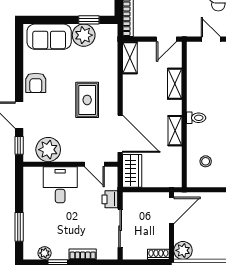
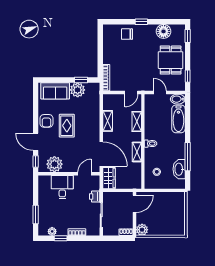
shelving: (130, 58) -> (108, 121), moved
rug: (87, 100) -> (67, 126), moved
door: (94, 164) -> (84, 174), swing flipped

